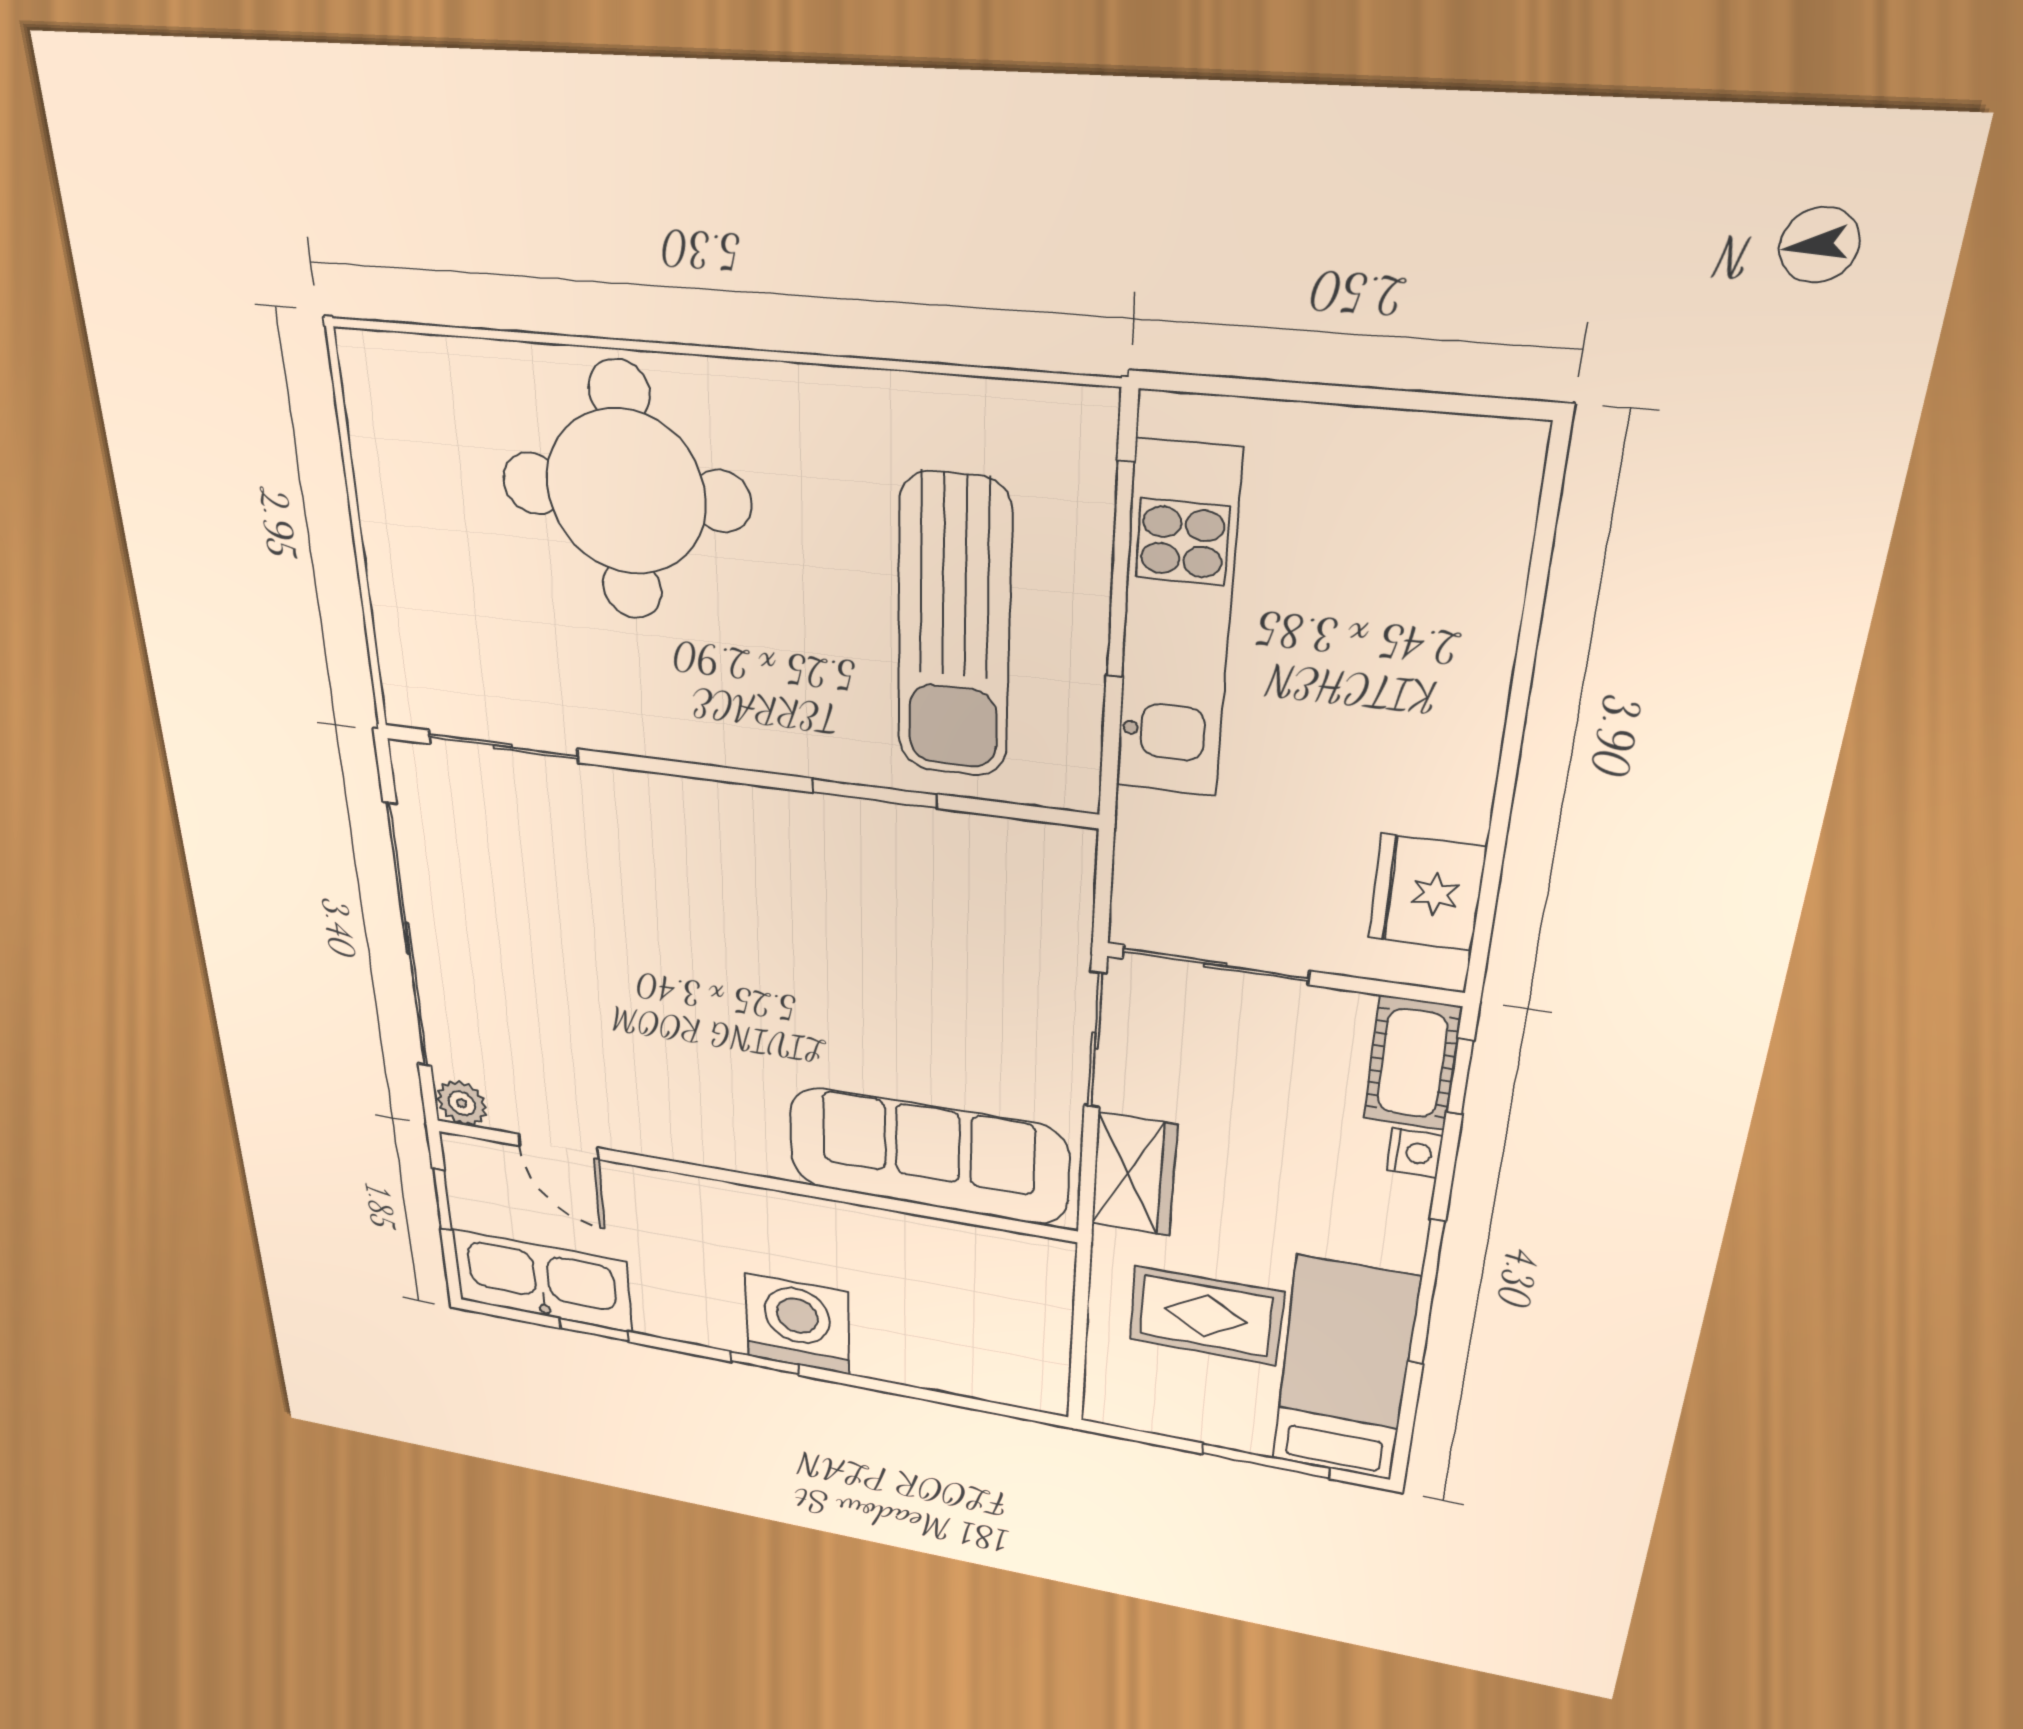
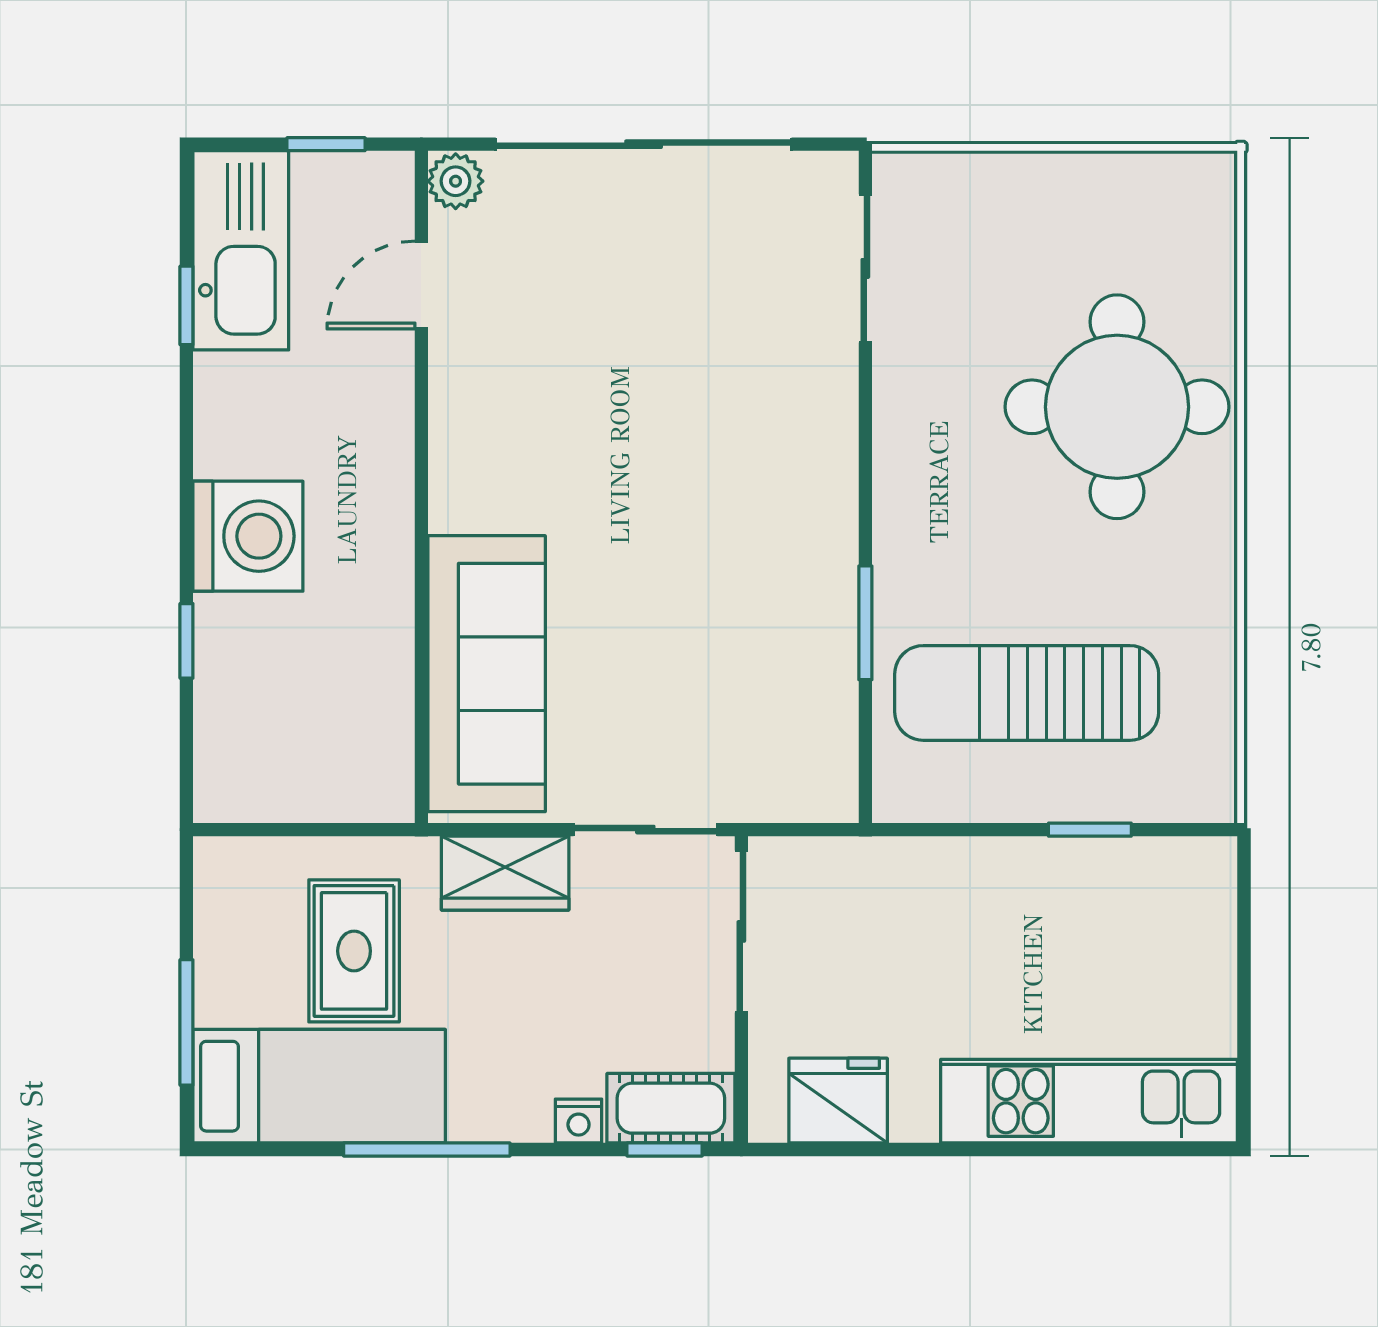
window: (1120, 571) -> (1090, 830), width x0.46
kitchen unit: (1177, 624) -> (1089, 1101), moved, turned 180
window: (764, 1363) -> (186, 641), moved

